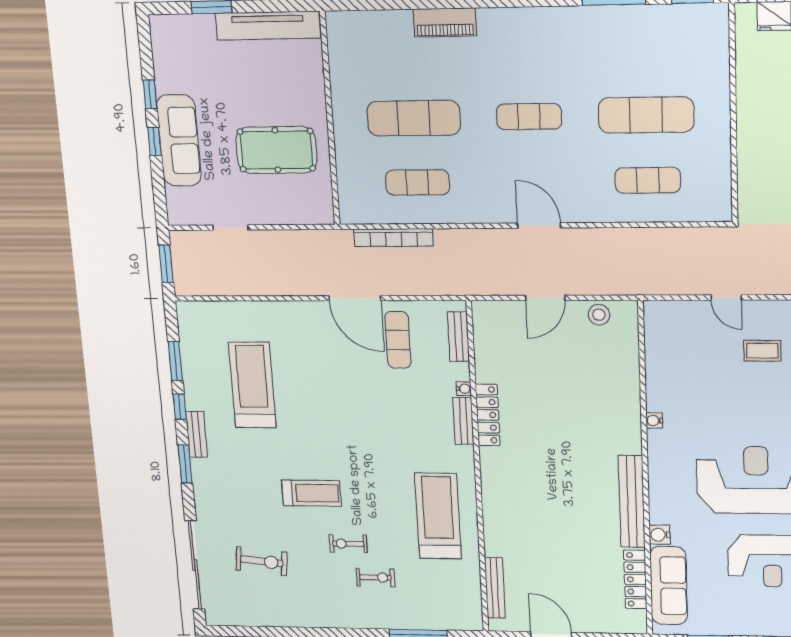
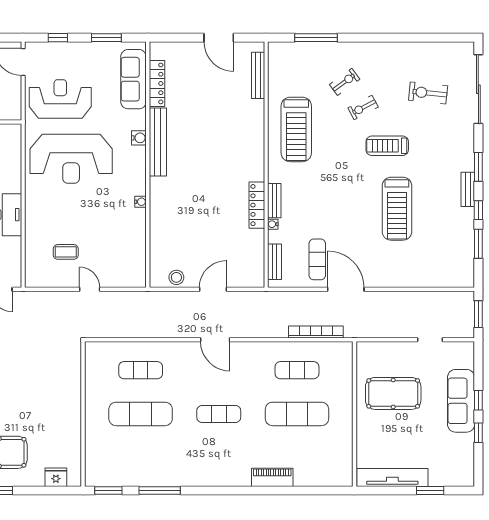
treadmill: (252, 385) -> (397, 209), moved
water cooler: (660, 535) -> (139, 138), moved
exercise bike: (348, 544) -> (363, 108), turned 152
exercise bike: (375, 577) -> (345, 82), turned 144

